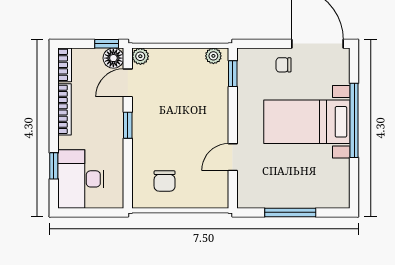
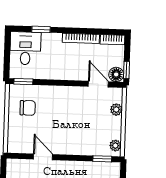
plant: (140, 56) -> (116, 110), moved
window: (128, 125) -> (23, 82), moved
desk: (81, 179) -> (25, 48), width x0.73
chair: (165, 181) -> (28, 108), turned 180

